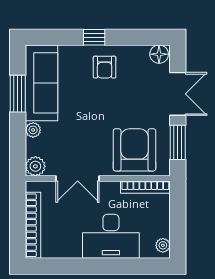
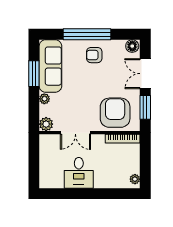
window: (94, 37) -> (87, 34), width x3.17
armchair: (105, 67) -> (94, 55), turned 90
double door: (178, 94) -> (145, 74), swing flipped
bookcase: (33, 225) -> (44, 165), removed
desk: (111, 236) -> (79, 173), moved, width x0.73

